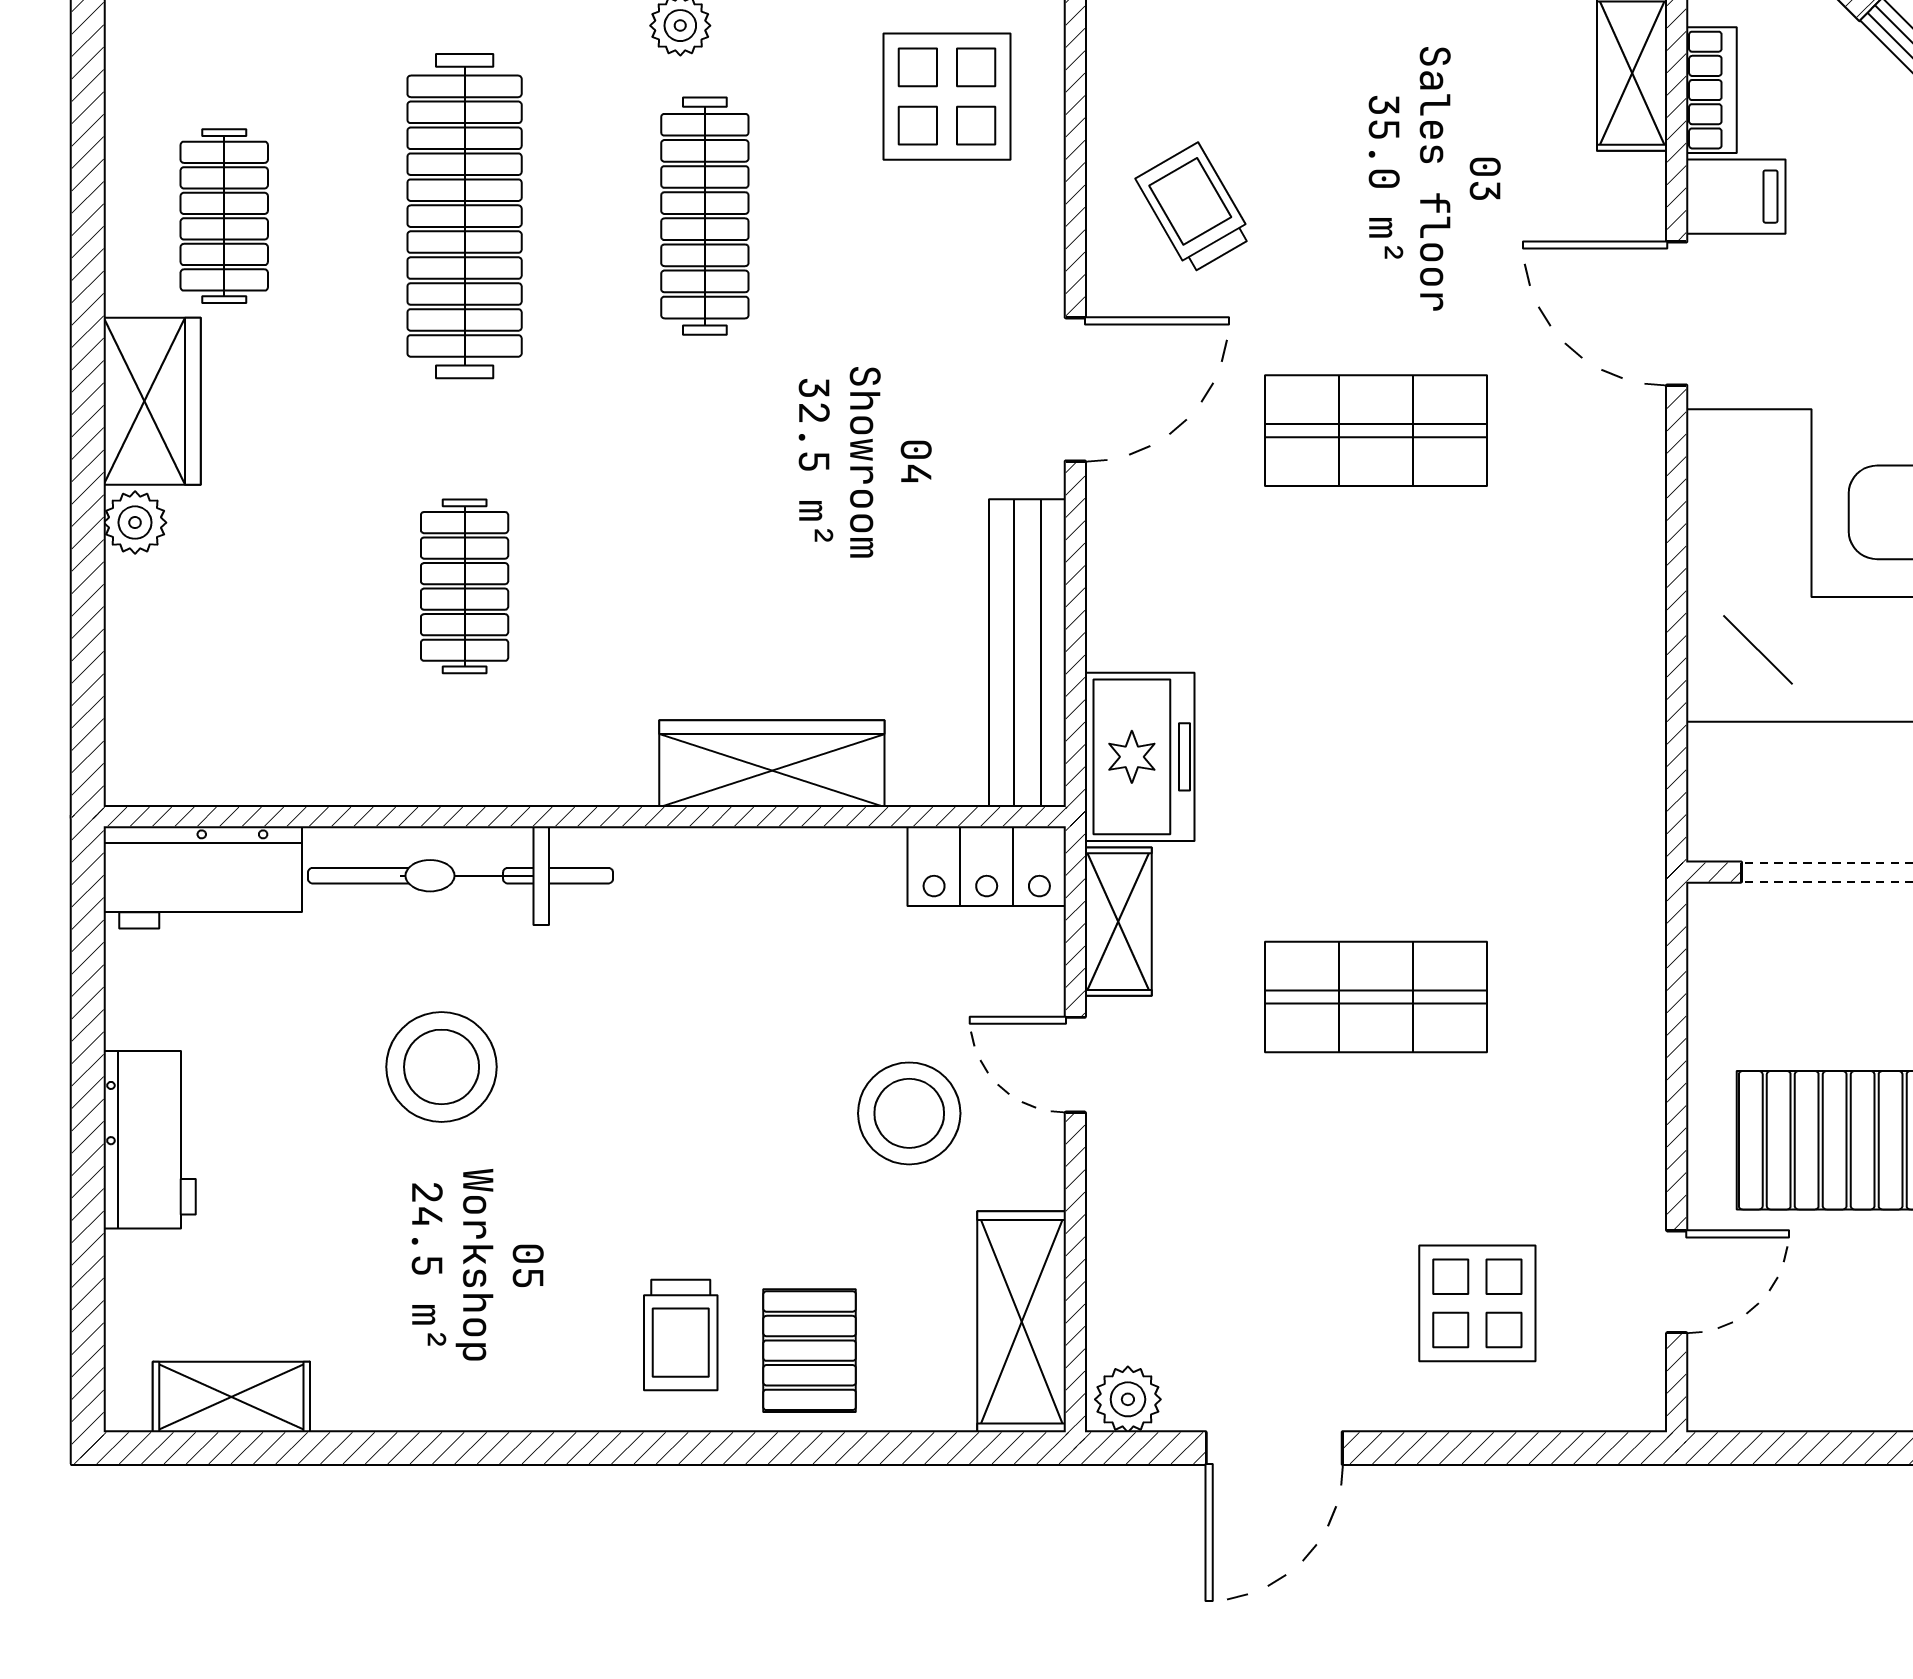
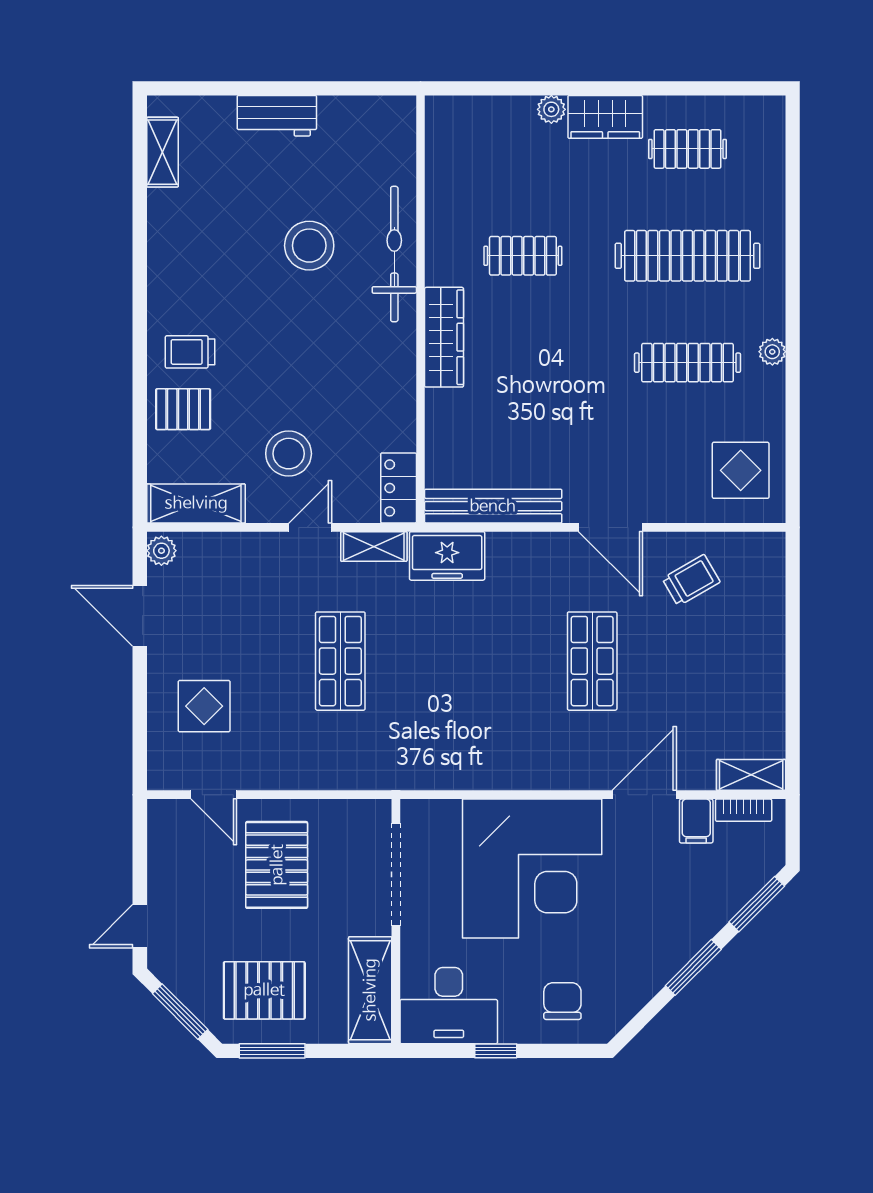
wardrobe: (772, 764) -> (444, 337), moved
workbench: (203, 877) -> (394, 139), removed

